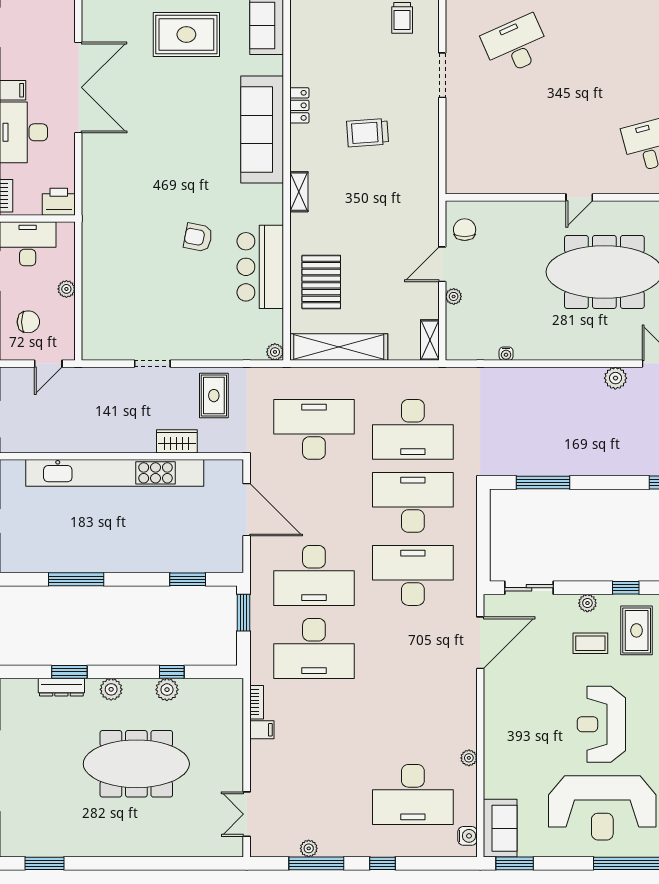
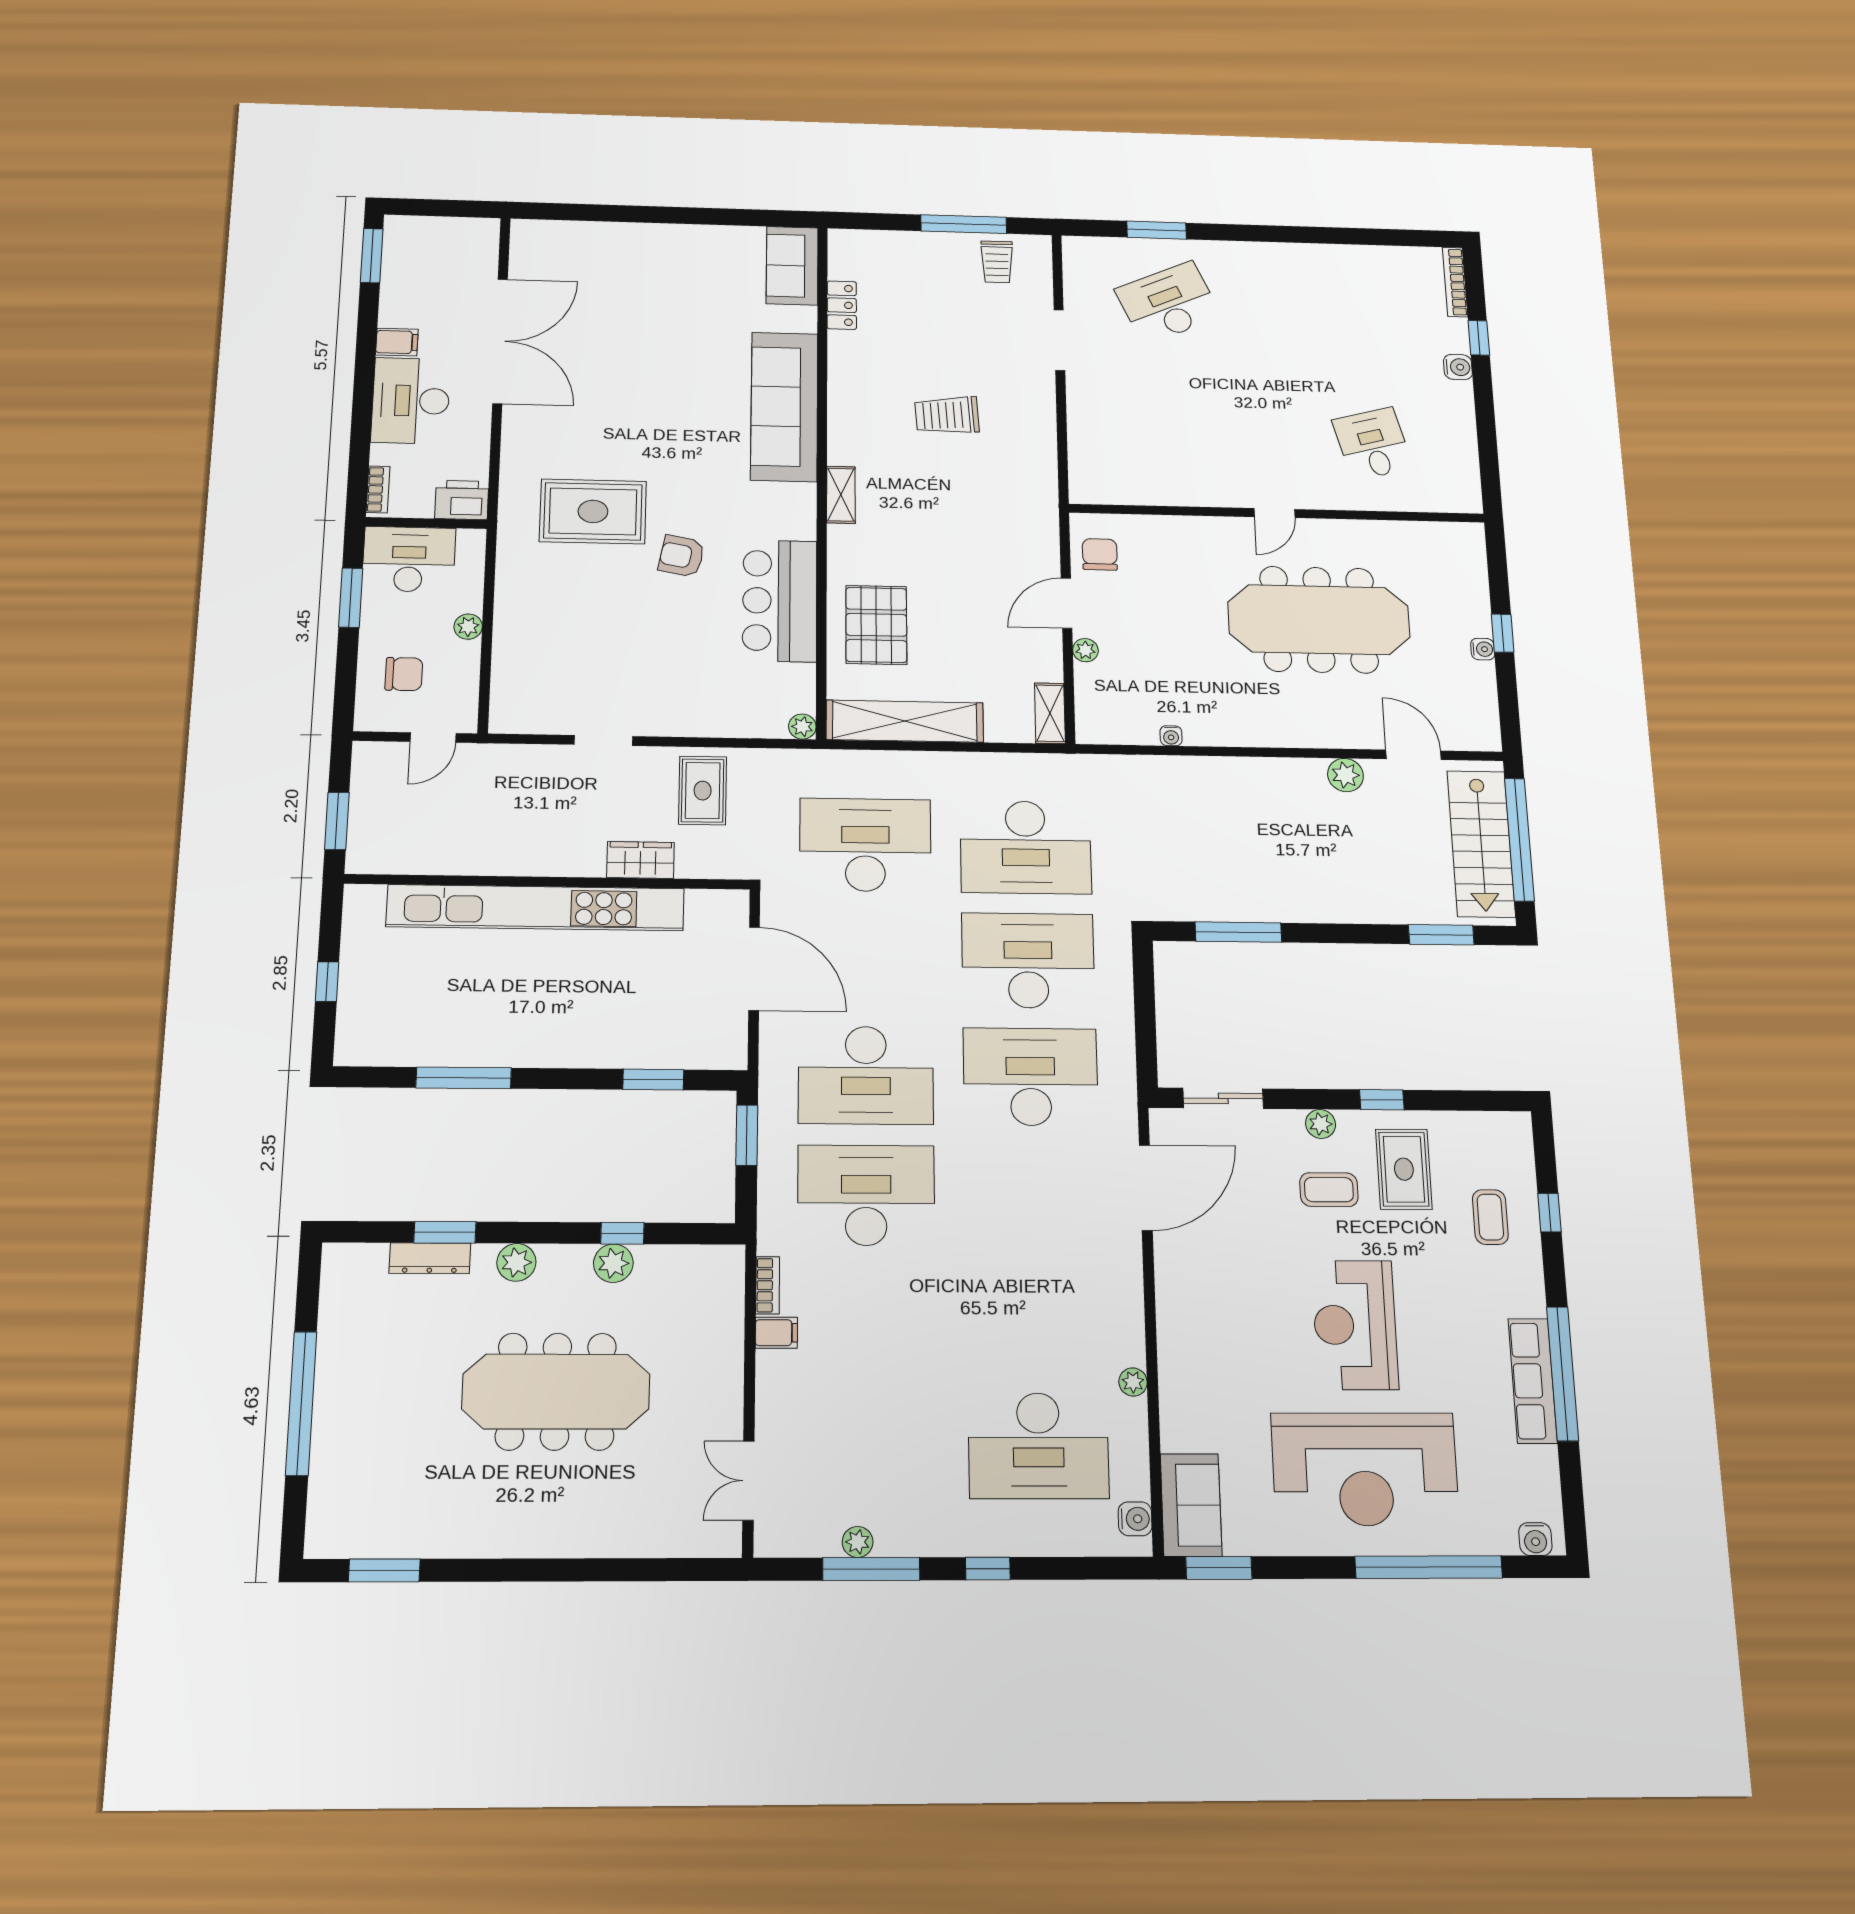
rug: (186, 34) -> (593, 511), moved
locker: (299, 105) -> (842, 305), moved
desk: (314, 648) -> (866, 1195), turned 180

